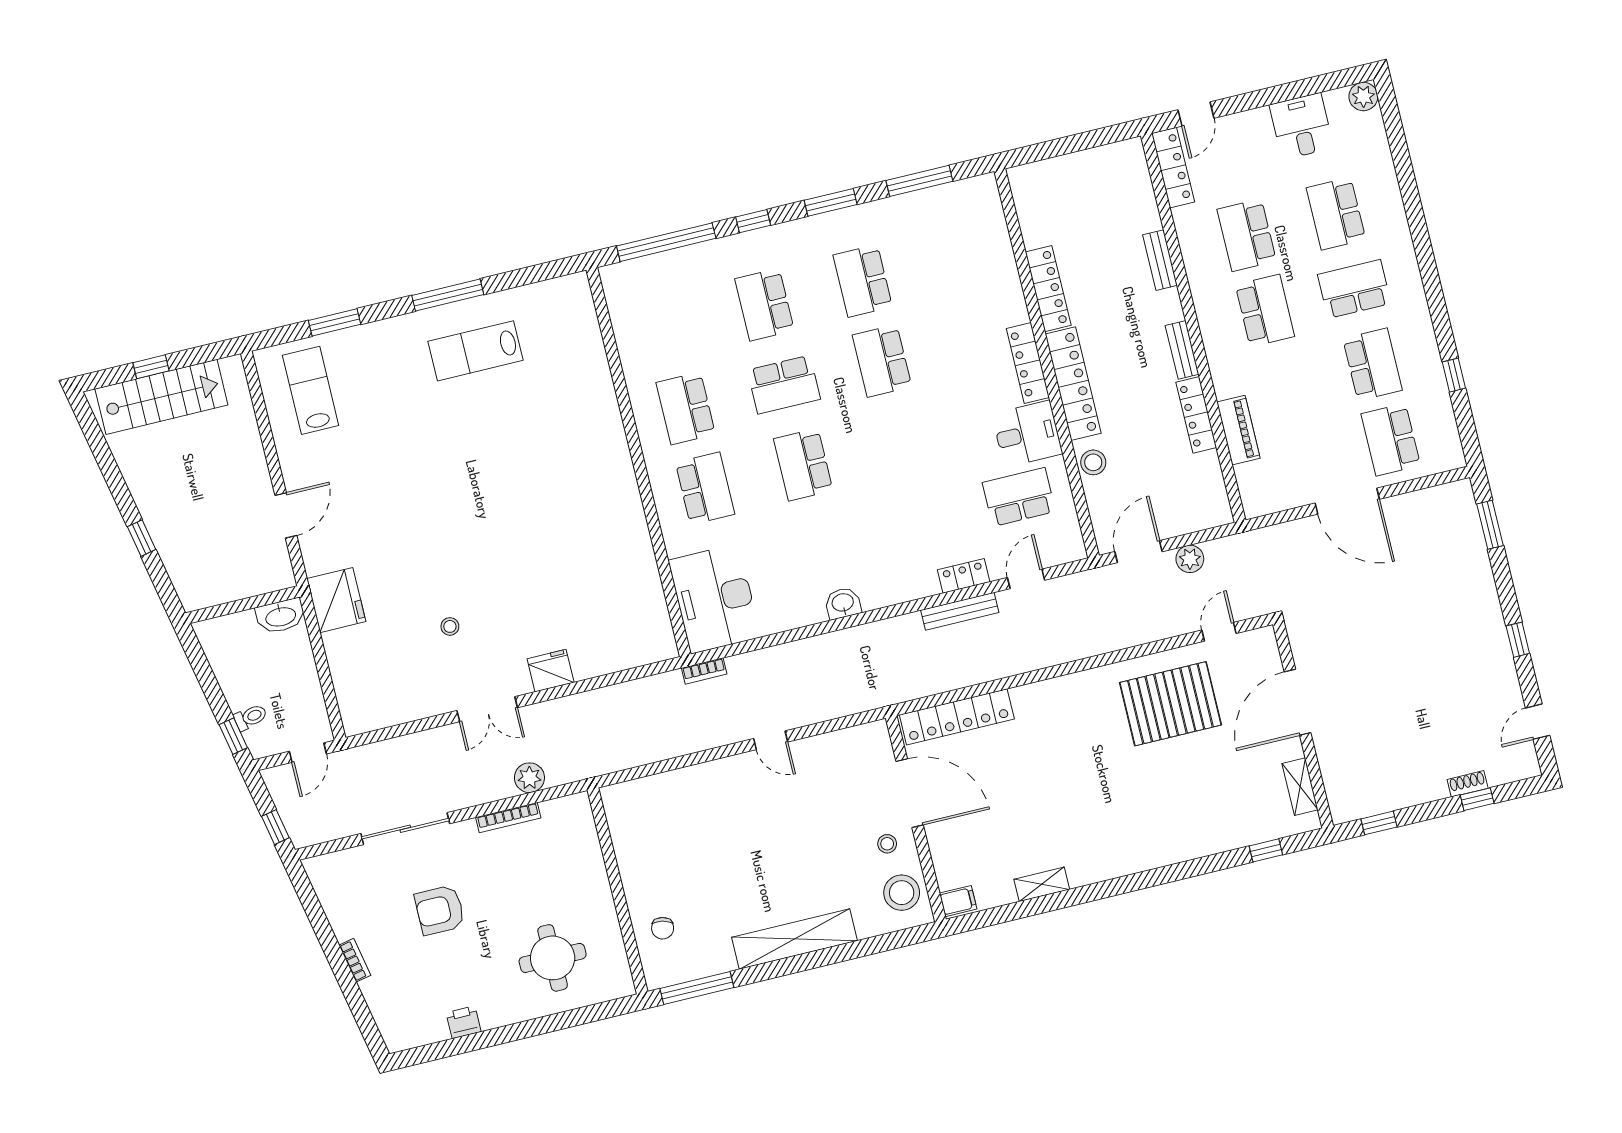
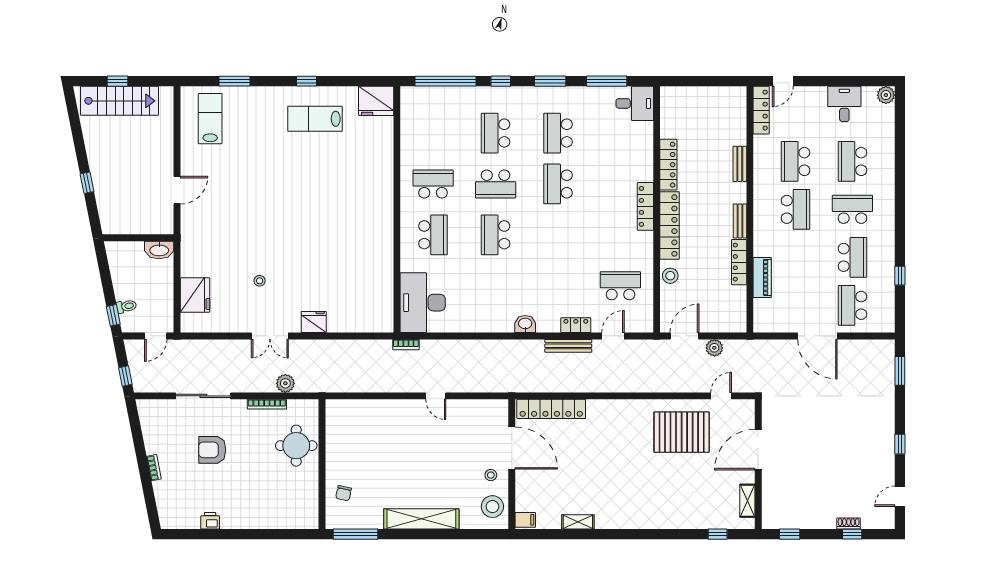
window: (448, 295) -> (306, 81), width x0.46
fridge: (565, 300) -> (376, 101), added
school desk: (686, 408) -> (433, 184), turned 90
desk: (1027, 434) -> (635, 103), moved
fridge: (336, 600) -> (195, 295), moved
washbasin: (843, 603) -> (525, 324), moved
round table: (553, 958) -> (296, 446), moved

